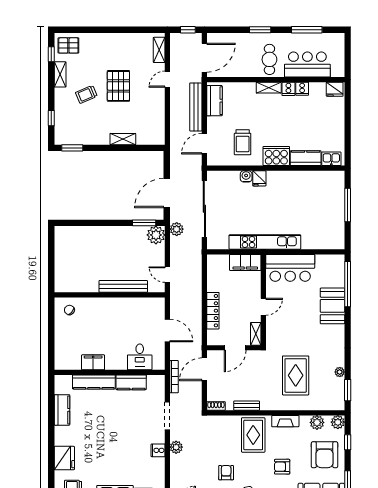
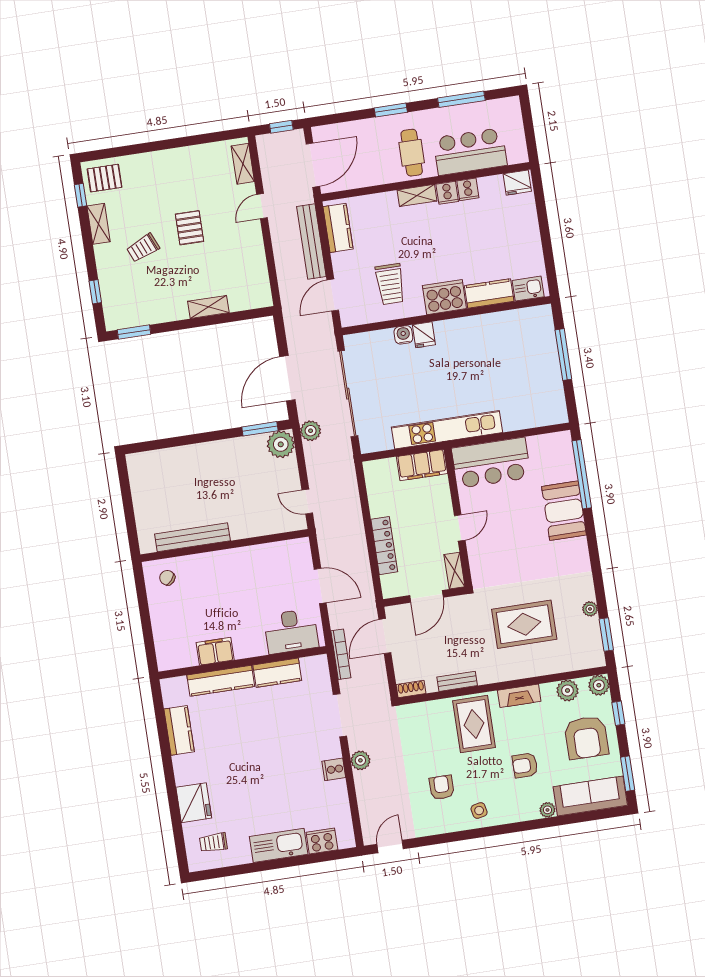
pallet: (118, 86) -> (190, 228), width x0.67, depth x0.71
bench: (123, 286) -> (192, 537), moved
desk: (140, 357) -> (291, 631), width x1.37
rug: (296, 375) -> (524, 624), turned 90

